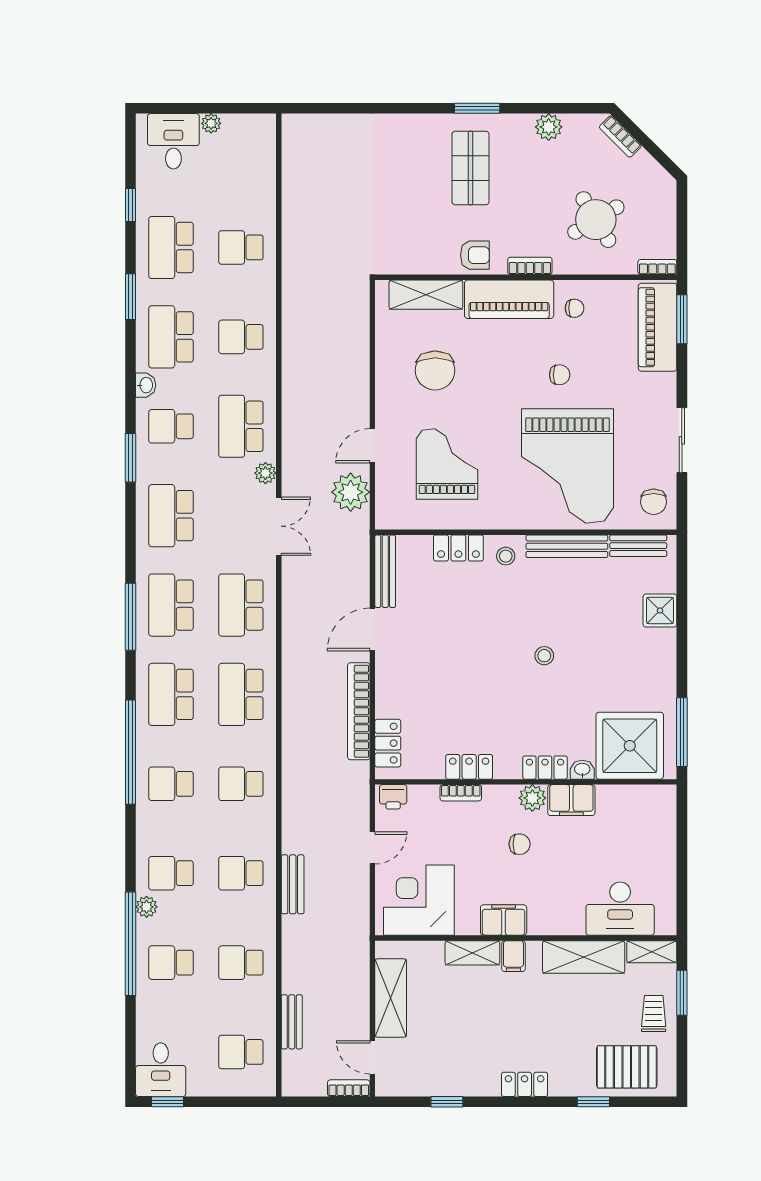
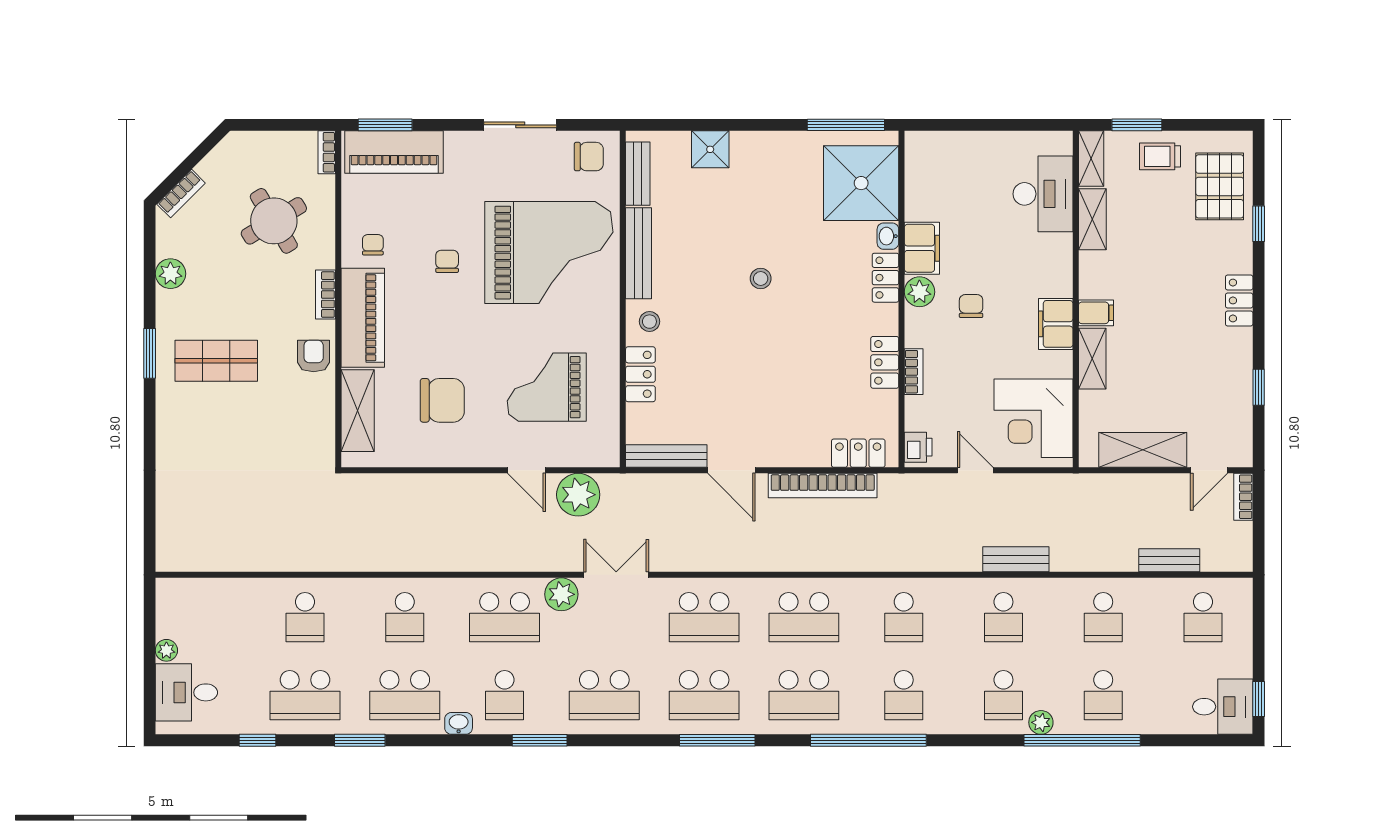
plant: (265, 473) -> (561, 594), width x1.38, depth x1.38
shelving: (584, 957) -> (1092, 219), width x0.67, depth x0.75

